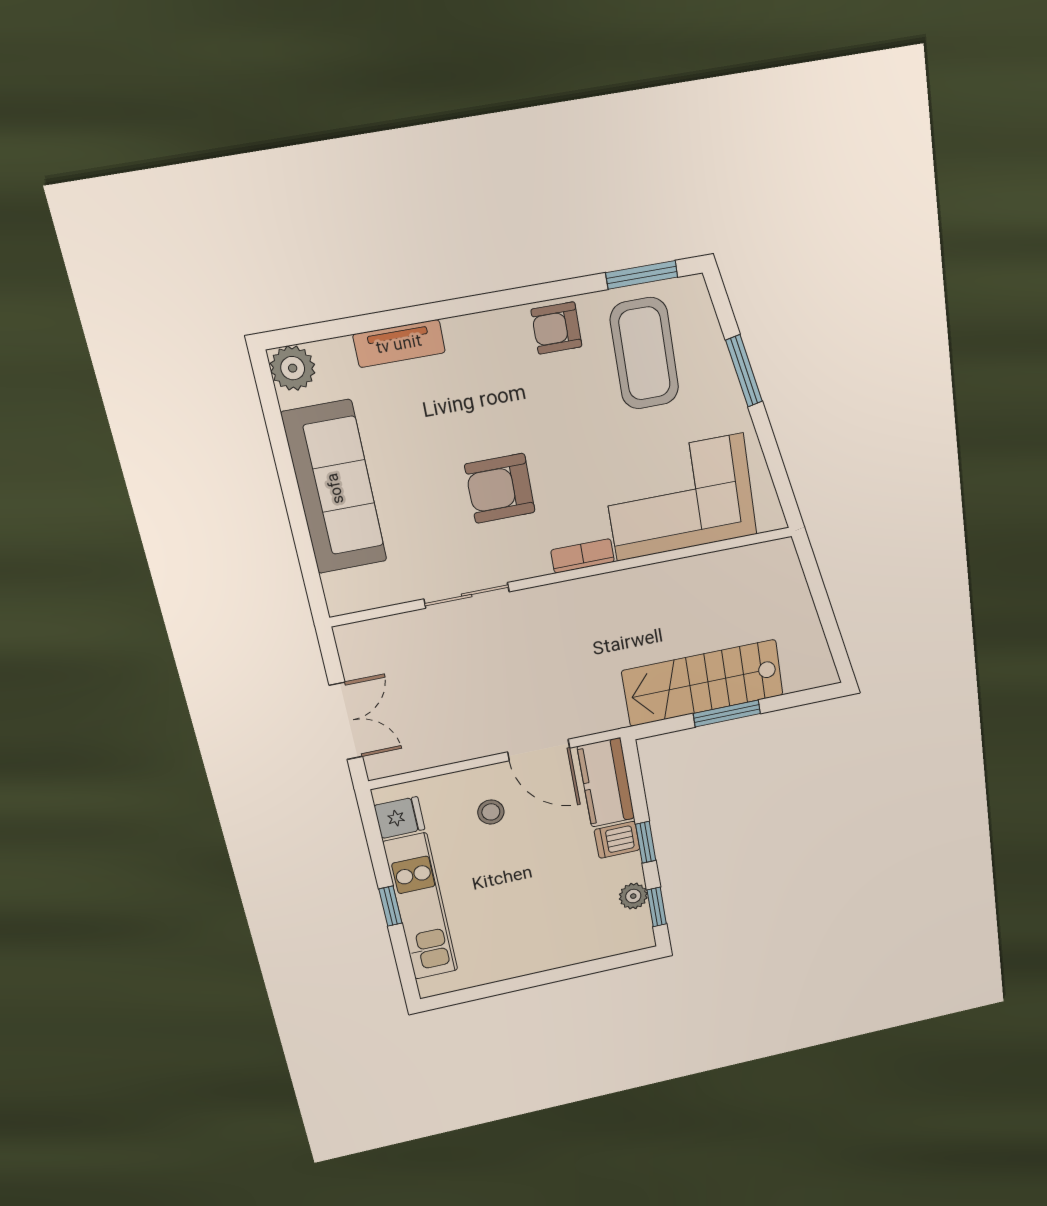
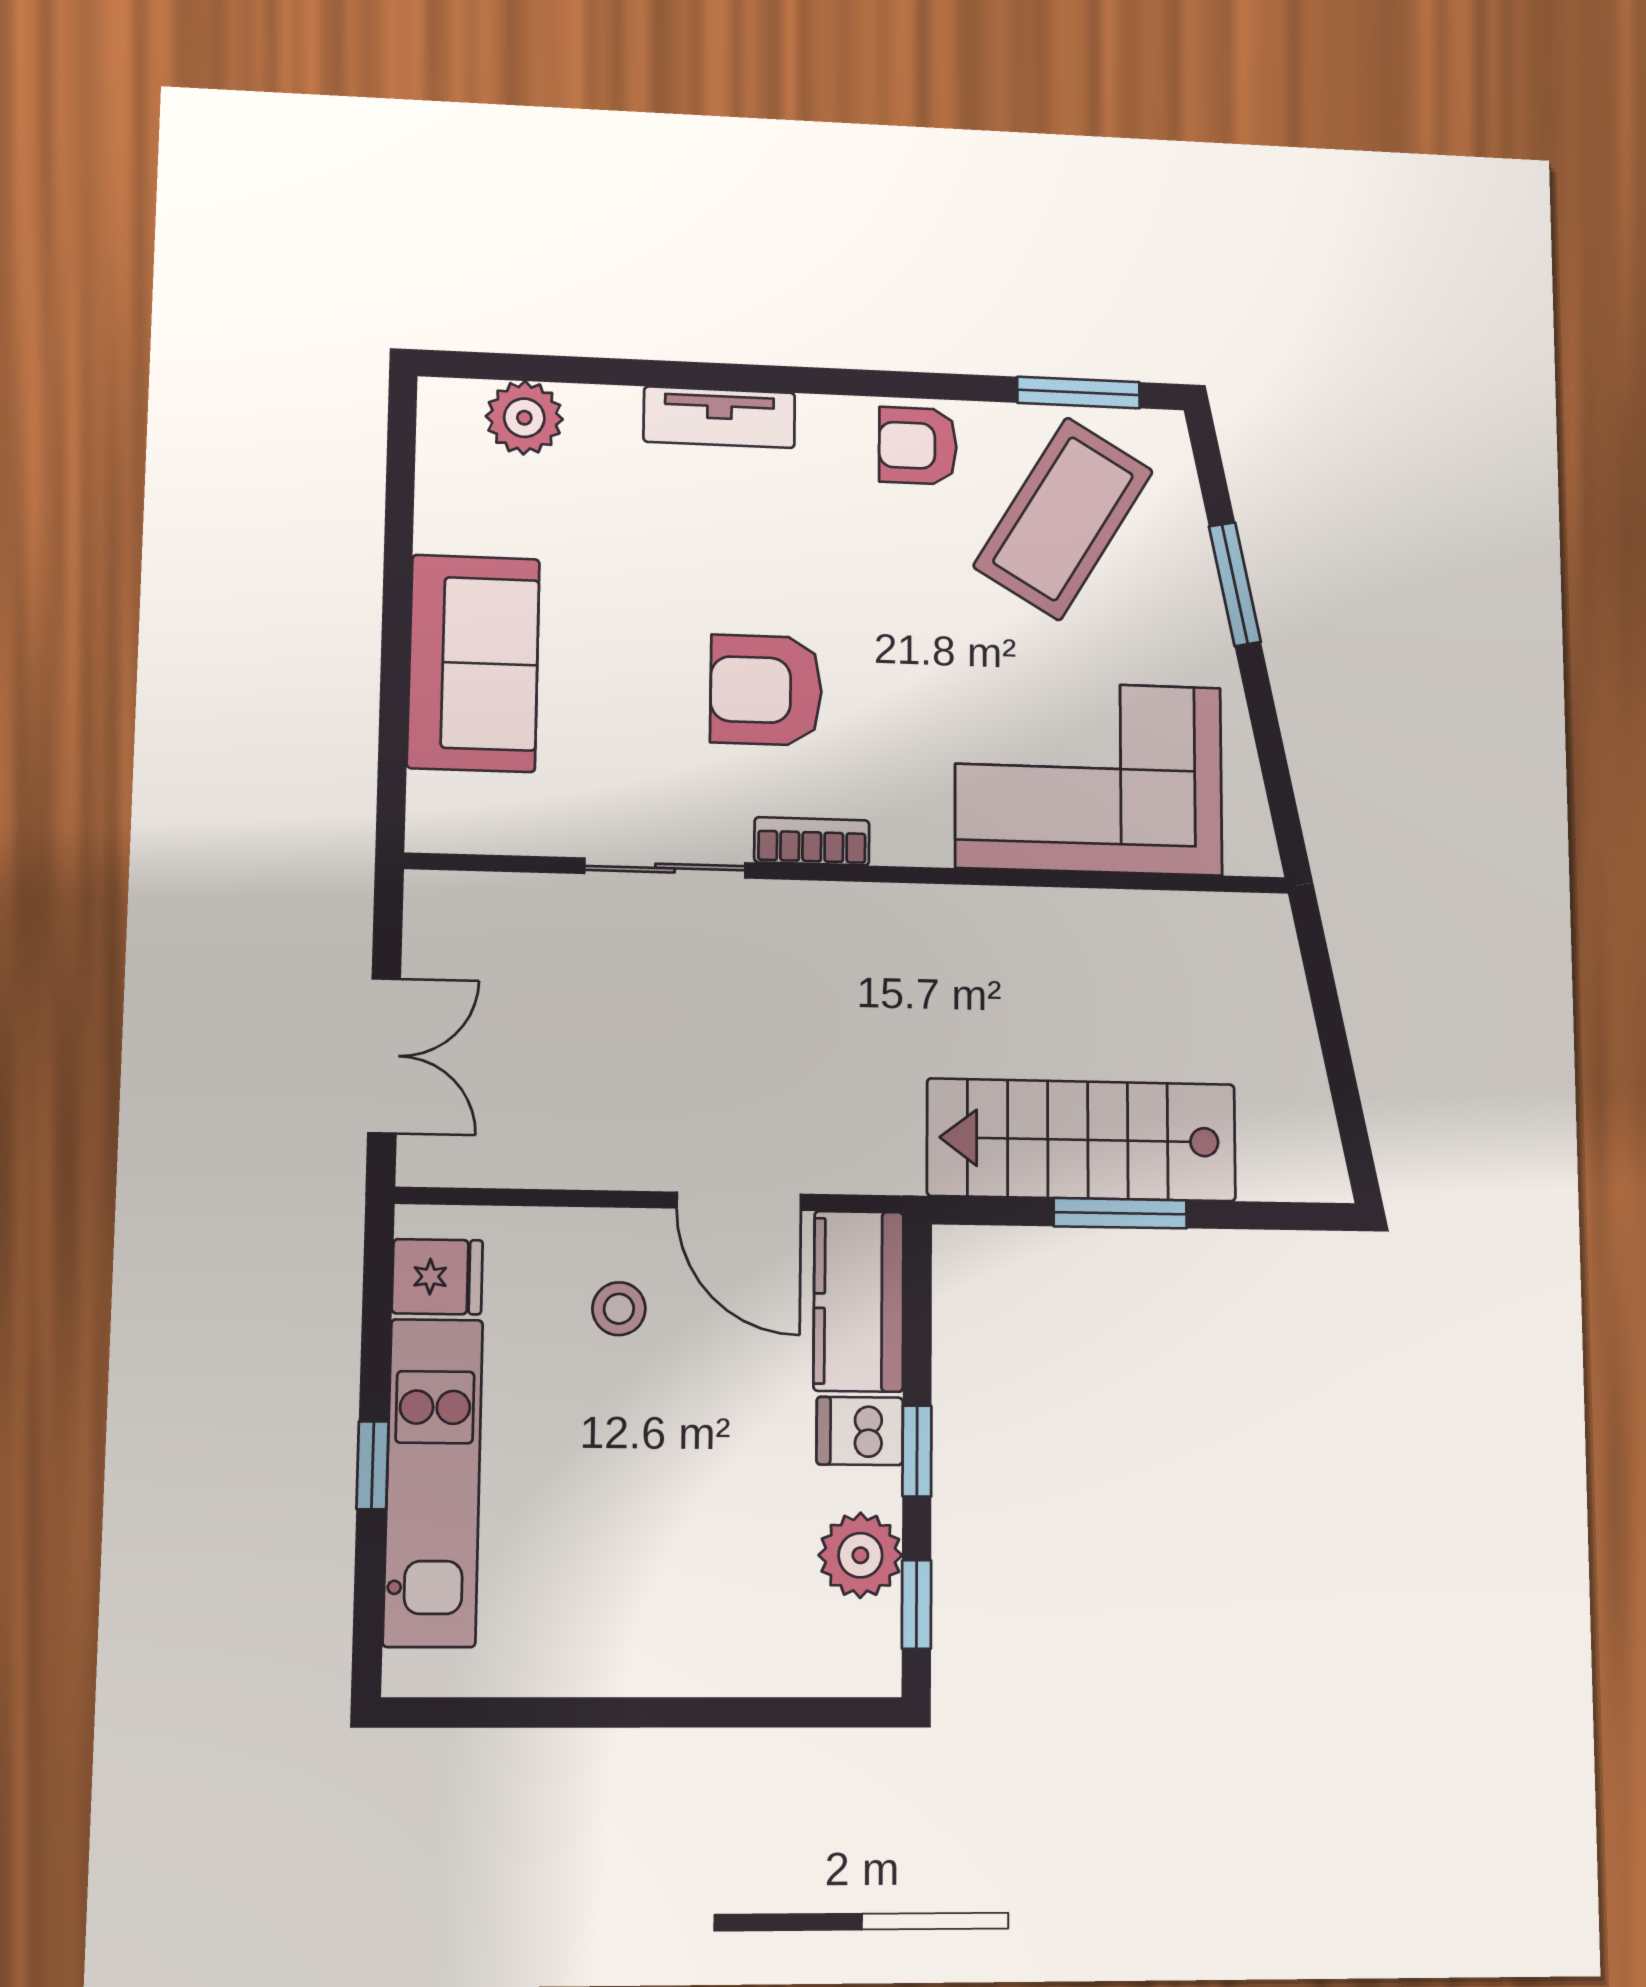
tv unit: (399, 344) -> (719, 417), moved
coffee table: (645, 354) -> (1063, 519), turned 31
plant: (293, 368) -> (524, 418), moved
sofa: (335, 488) -> (473, 663), width x0.73
bookcase: (583, 556) -> (812, 841), moved
plant: (633, 896) -> (860, 1555), width x1.38, depth x1.38

